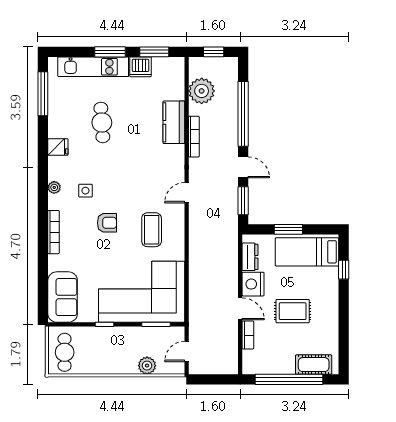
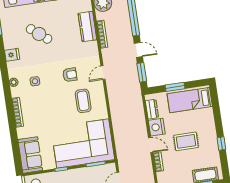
cafe table: (102, 123) -> (39, 34), turned -47
armchair: (107, 223) -> (70, 75), moved
window: (344, 270) -> (221, 143), moved

